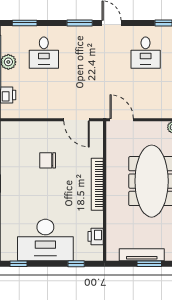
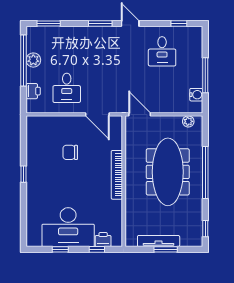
desk: (44, 53) -> (67, 88), moved
printer: (96, 236) -> (103, 240), moved, turned 90
window: (18, 264) -> (60, 249), moved

